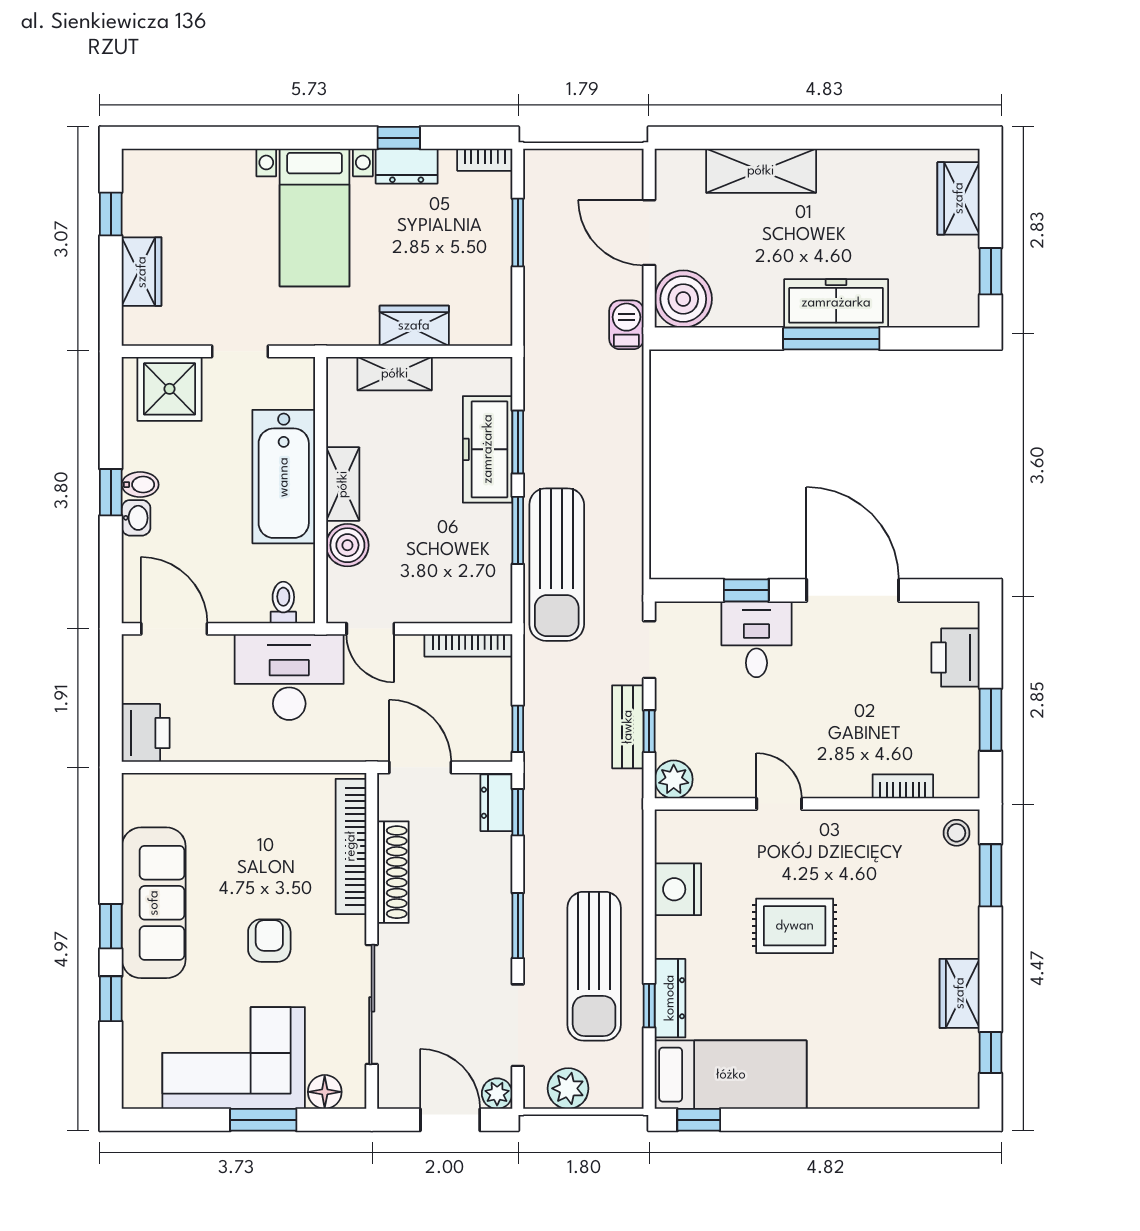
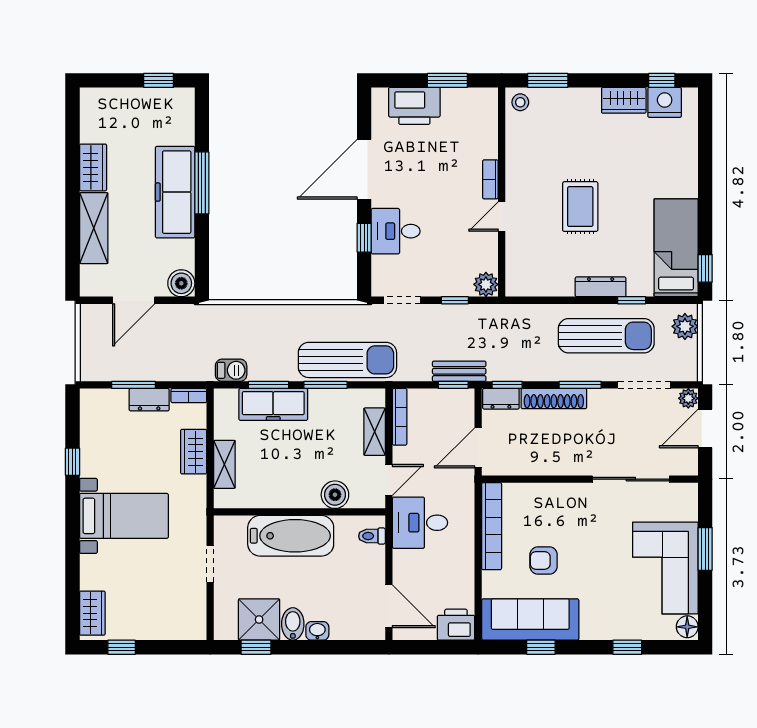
bookcase: (485, 160) -> (189, 396), moved, turned 90
dresser: (407, 166) -> (149, 400), moved, turned 90
wardrobe: (959, 198) -> (93, 167), moved, turned -90
wardrobe: (142, 272) -> (92, 613), moved, turned 90
boiler: (683, 299) -> (181, 283), width x0.73, depth x0.73
freezer: (836, 303) -> (175, 192), width x1.36, depth x1.26
barbecue: (626, 325) -> (231, 370), moved, turned 180
shower: (170, 389) -> (259, 619), moved
shelving: (343, 484) -> (375, 432), moved, turned 90
bidet: (140, 485) -> (293, 624), width x1.38, depth x1.36
window: (111, 492) -> (256, 647), moved
door: (174, 629) -> (389, 606), swing flipped
printer: (955, 658) -> (414, 106), width x1.37, depth x1.19
desk: (289, 677) -> (420, 523), width x0.73
bench: (628, 727) -> (459, 371), moved
bookcase: (903, 786) -> (490, 179), moved
bookcase: (351, 846) -> (492, 526), moved, turned -90
shoe rack: (393, 872) -> (554, 399), moved, turned 180
nightstand: (678, 889) -> (665, 102), moved, turned 180
sofa: (154, 903) -> (530, 620), moved
window: (111, 926) -> (541, 647), moved
armchair: (269, 941) -> (544, 560), moved
dresser: (670, 998) -> (601, 287), moved
plant: (568, 1088) -> (685, 326), moved
floor lamp: (325, 1092) -> (687, 627), moved

